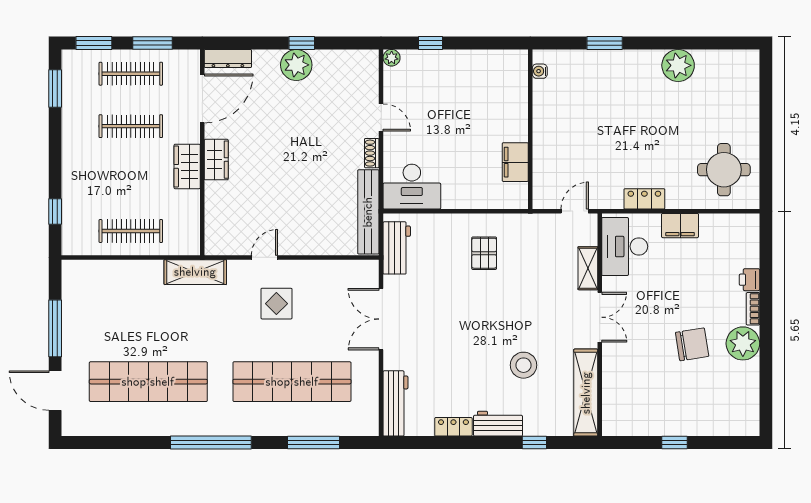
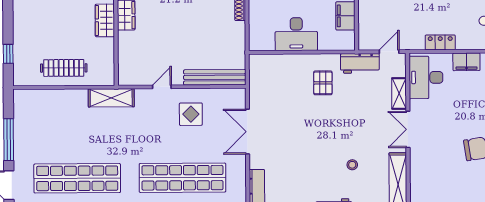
desk: (412, 187) -> (296, 34), moved
bench: (368, 212) -> (215, 77), moved, turned 90
workbench: (397, 248) -> (360, 63), moved, turned 90
display table: (276, 304) -> (191, 114), moved
double door: (600, 317) -> (408, 129), swing flipped
stool: (523, 365) -> (352, 165), width x0.53, depth x0.53

